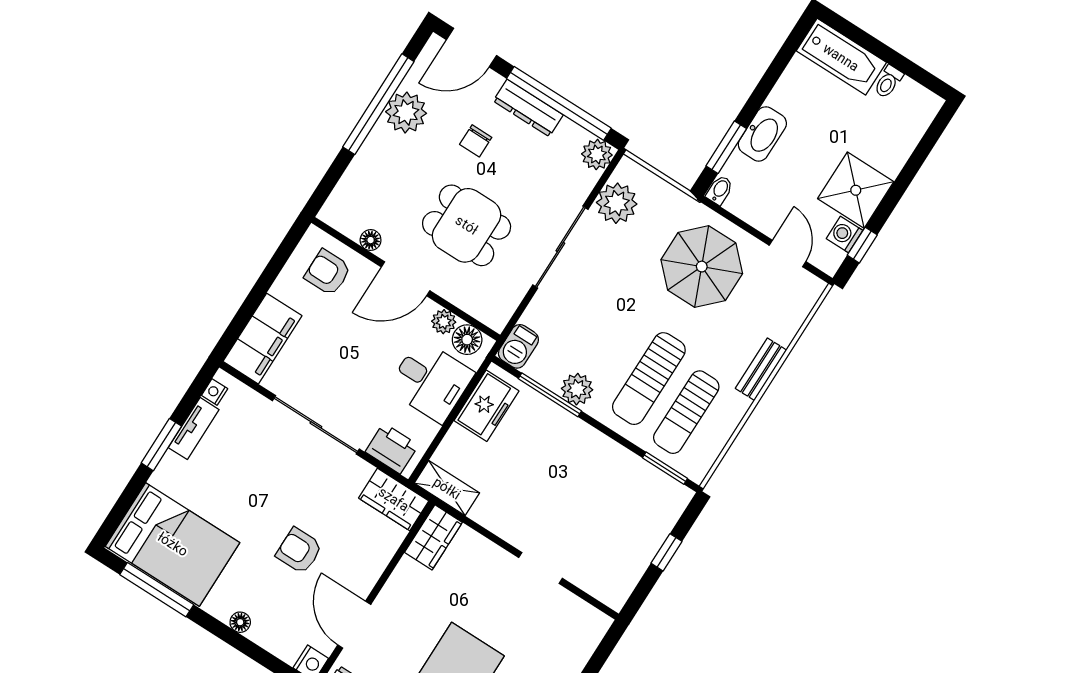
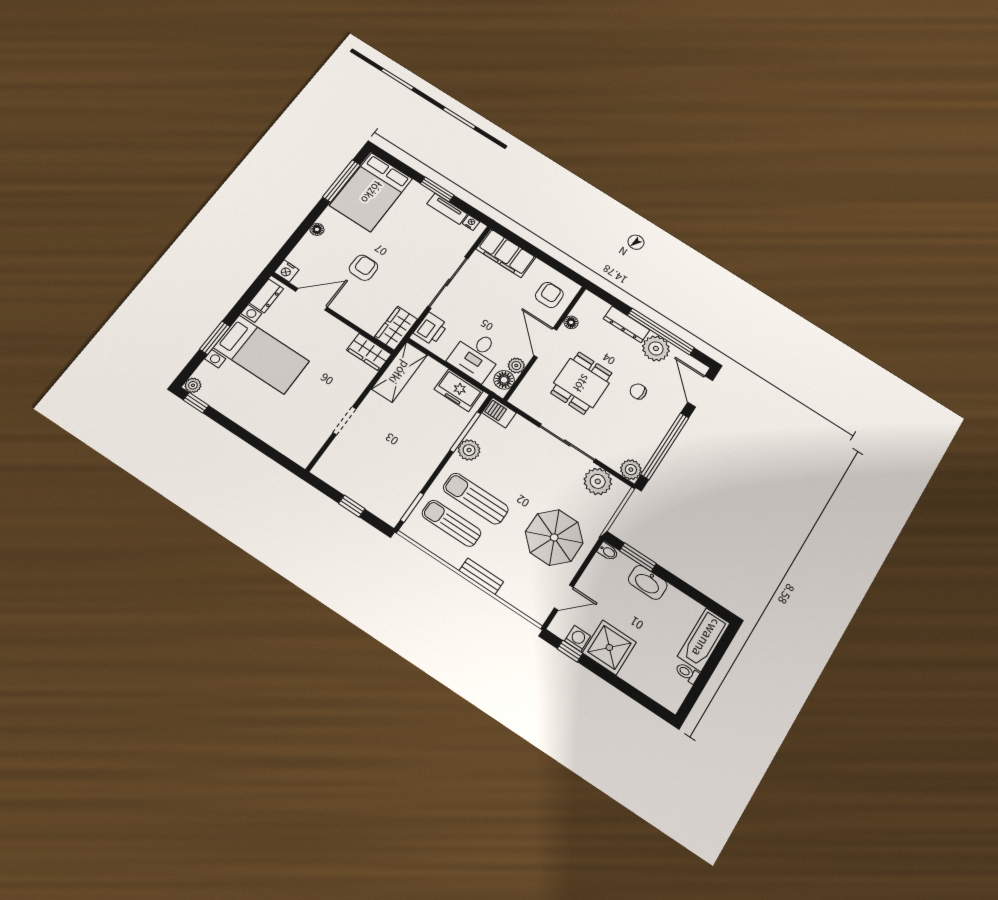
dresser: (528, 108) -> (627, 324), moved, turned -90
shelving: (447, 488) -> (399, 372), width x1.50, depth x1.33

